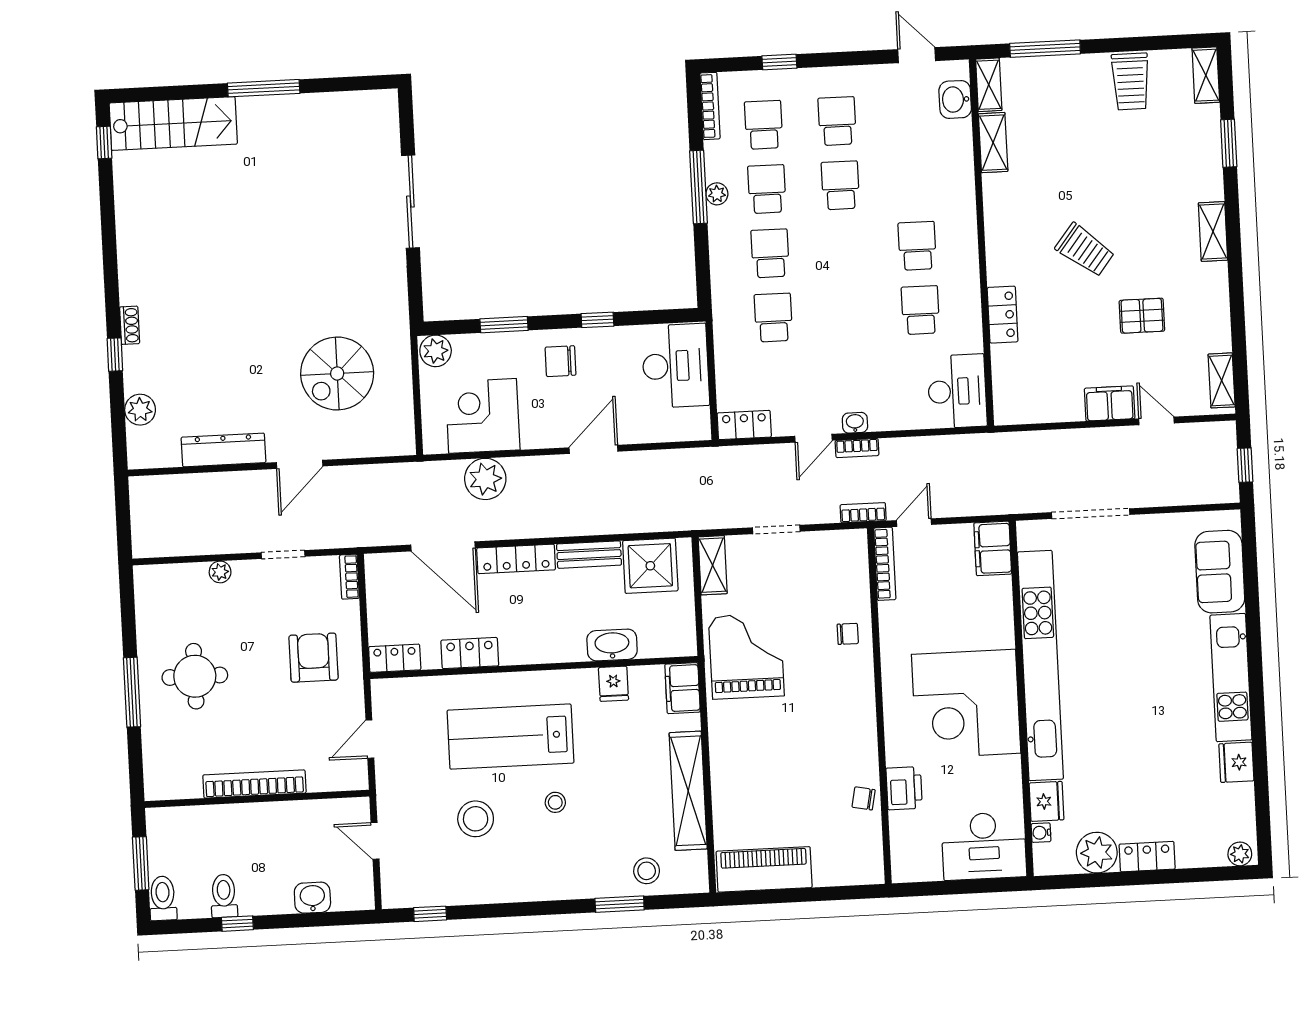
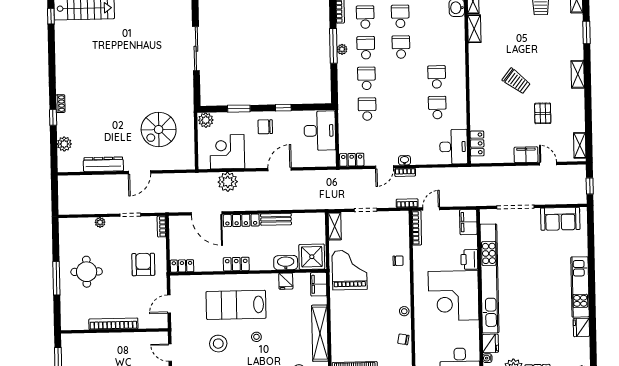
locker: (1003, 315) -> (477, 143), moved
pallet: (1142, 316) -> (543, 113), turned 90
shower: (650, 566) -> (312, 257), moved
sofa: (1220, 572) -> (560, 219), moved, turned -90
locker: (470, 653) -> (236, 264), moved
stool: (864, 739) -> (404, 311), added
printer: (904, 788) -> (469, 259), moved, turned 180

